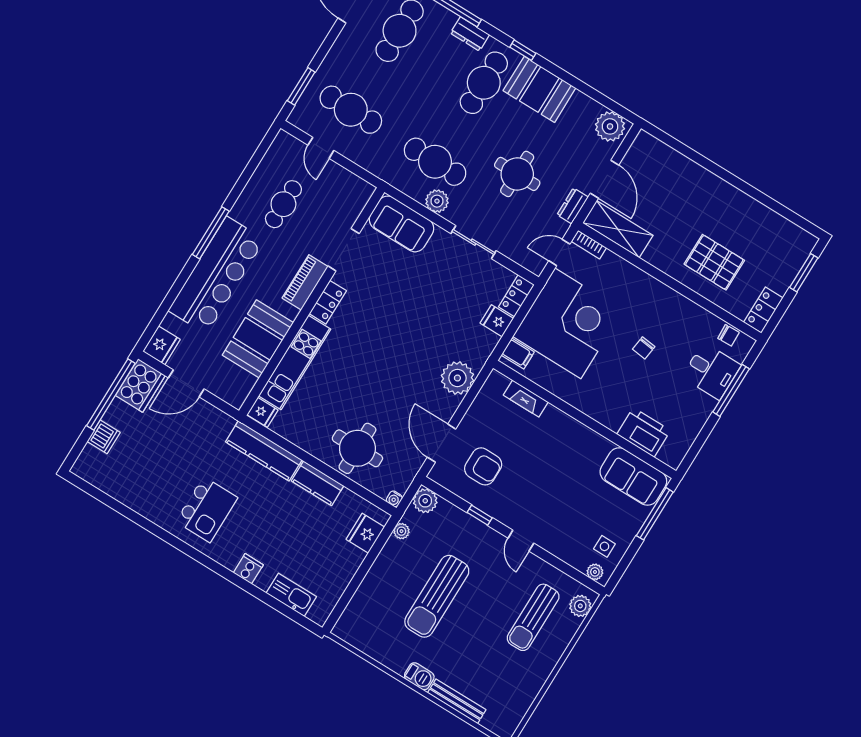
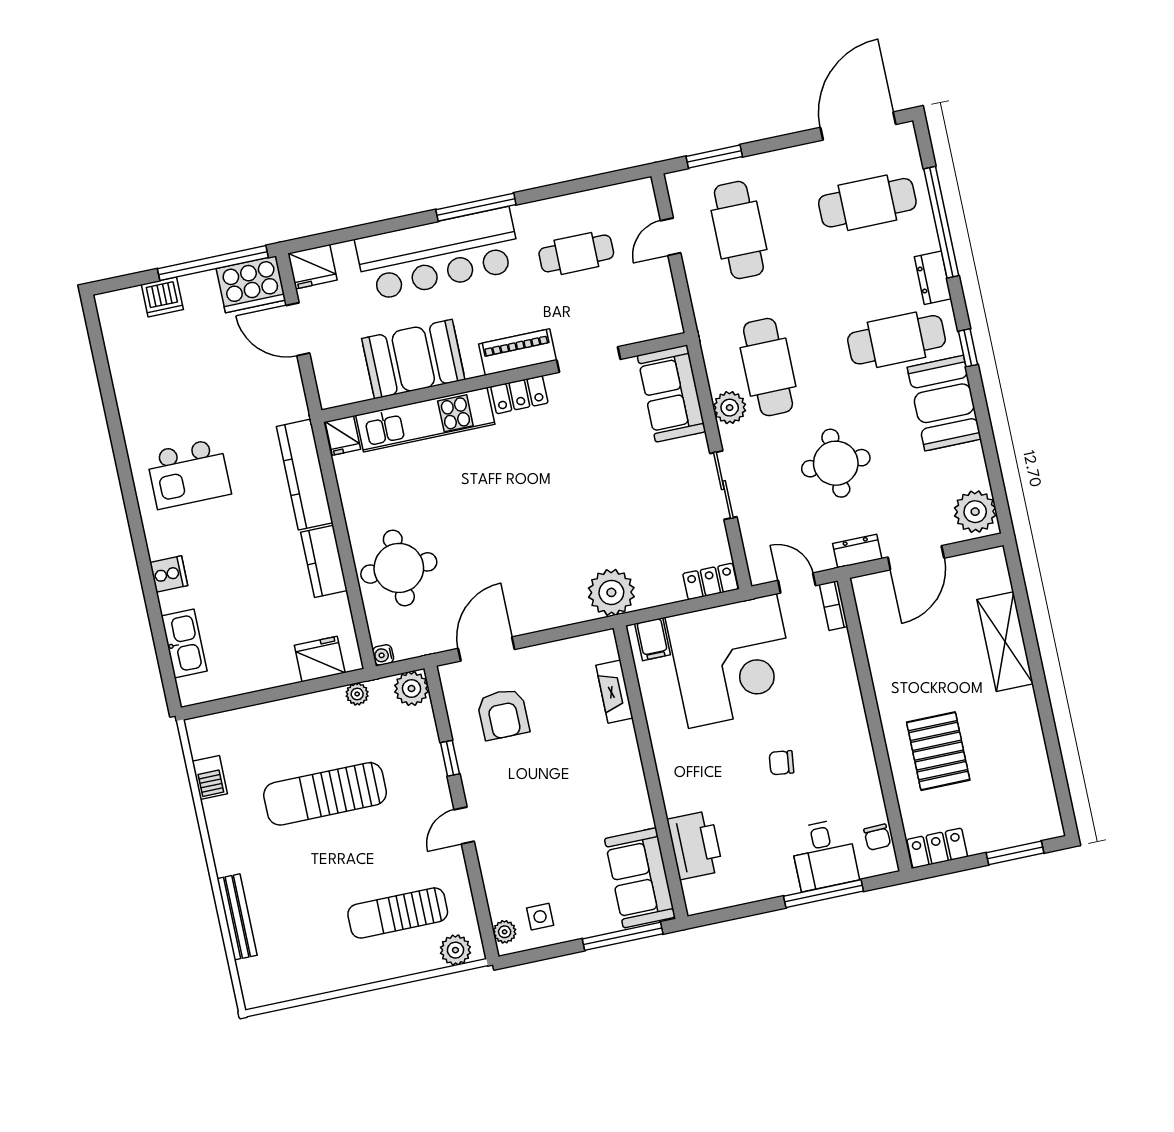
shelving: (618, 229) -> (1005, 642), moved
fridge: (497, 321) -> (666, 586), removed
plant: (457, 378) -> (611, 592), moved
barbecue: (419, 676) -> (210, 777), moved

